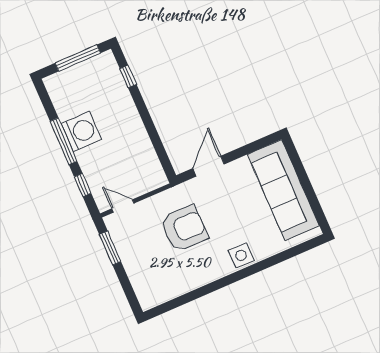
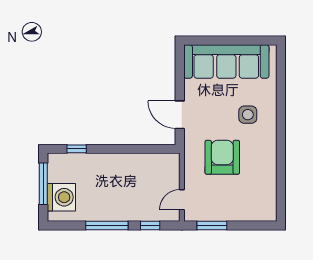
washing machine: (81, 131) -> (61, 197), moved, turned 90
side table: (241, 255) -> (248, 115), moved

